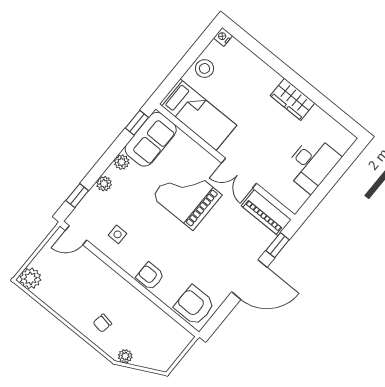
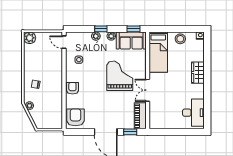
wardrobe: (293, 99) -> (198, 73), moved
desk: (312, 164) -> (193, 113), moved, turned -90
window: (77, 196) -> (101, 29), moved

